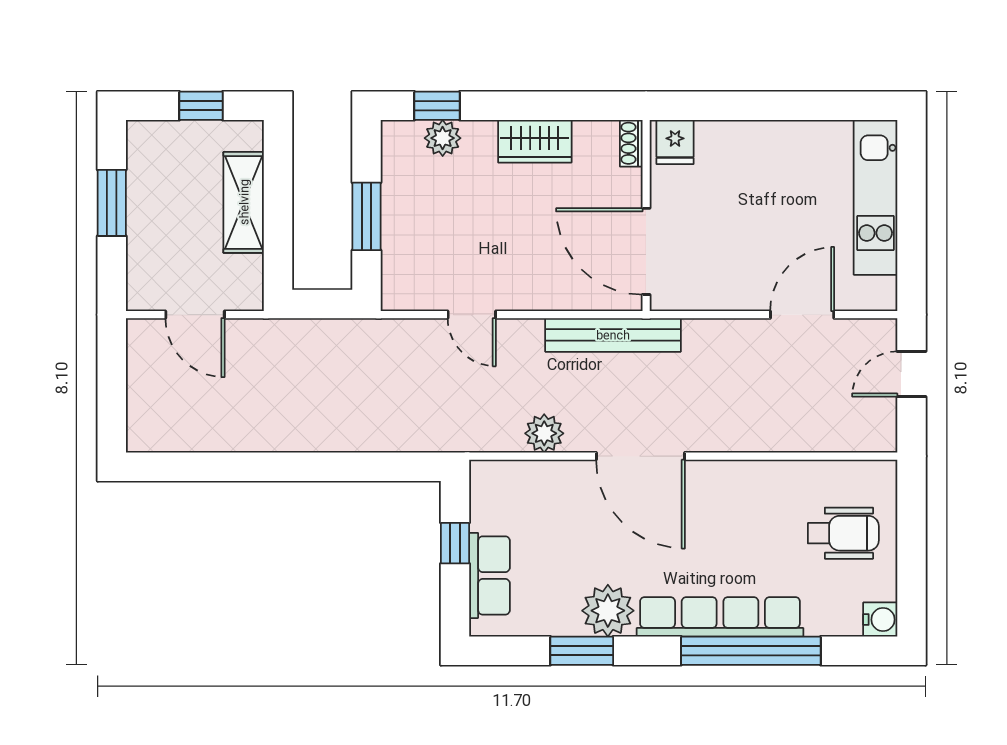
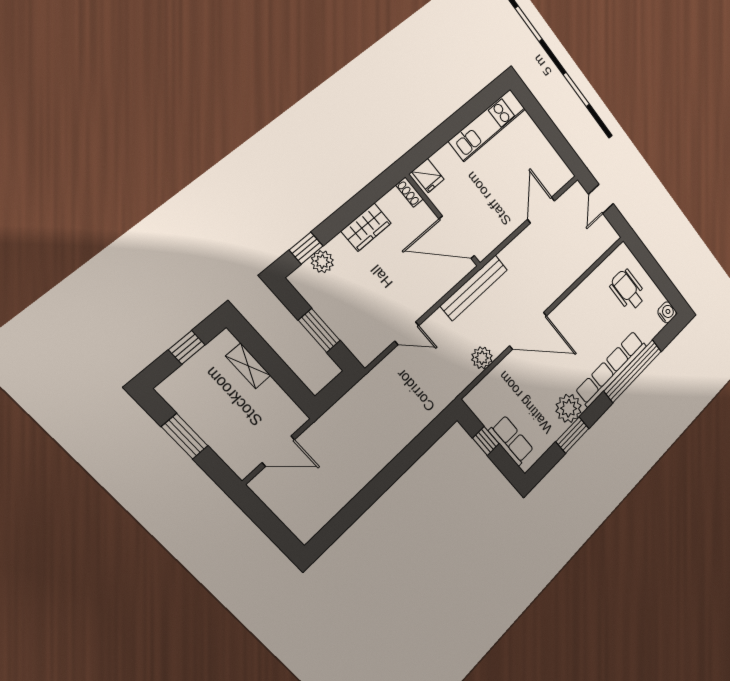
kitchen unit: (875, 197) -> (487, 125), moved, turned -90
shelving: (244, 202) -> (248, 366), width x0.67, depth x0.75
wheelchair: (843, 533) -> (628, 290), turned -90

